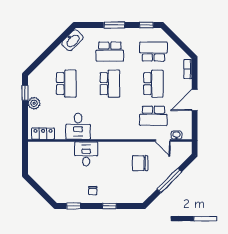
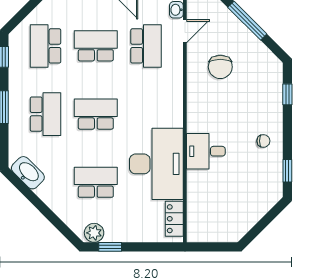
plant: (34, 103) -> (94, 233), moved
desk: (78, 126) -> (156, 164), width x1.87, depth x1.30
window: (109, 206) -> (287, 94), moved

